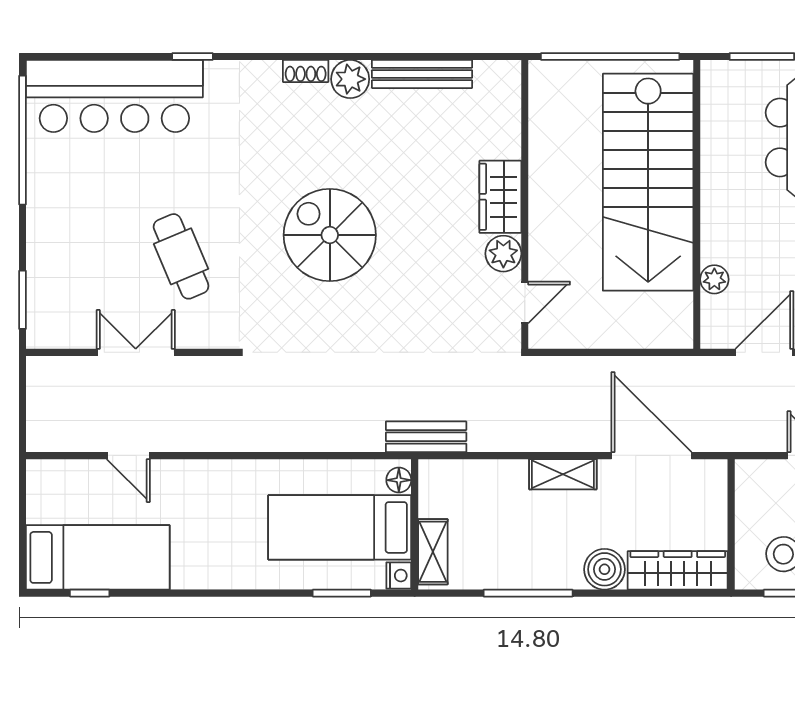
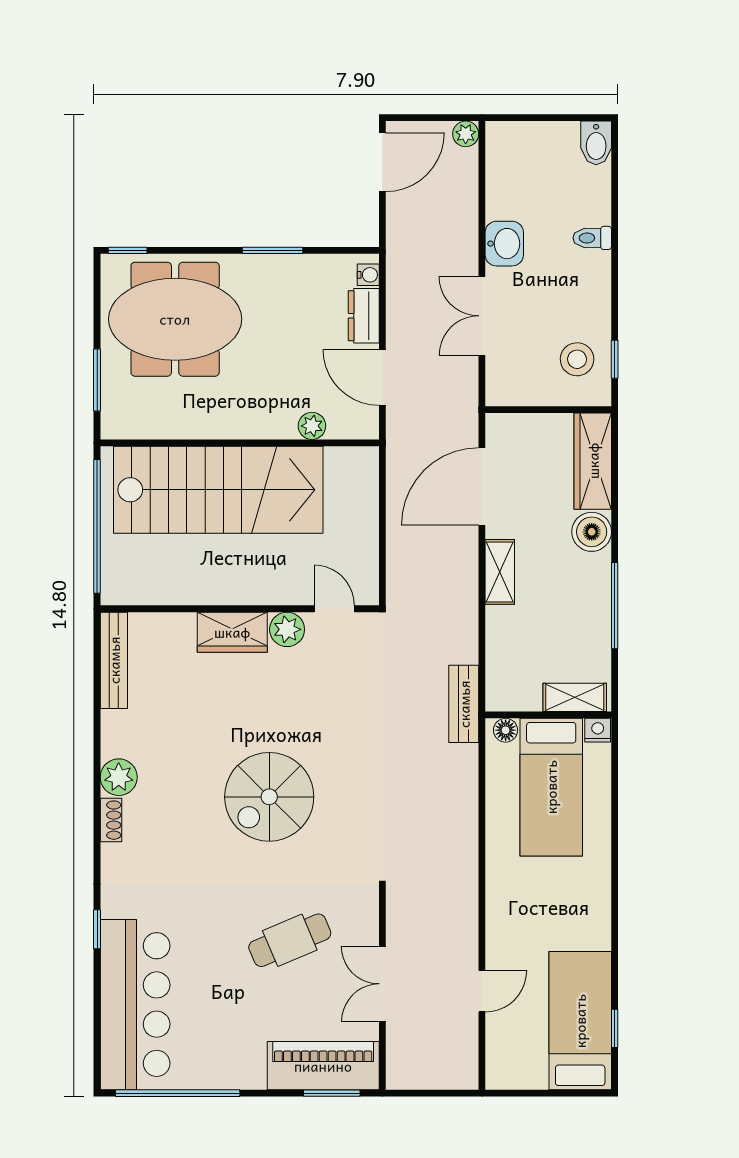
bench: (422, 74) -> (114, 660), moved
piano: (51, 291) -> (323, 1066), added
window: (342, 593) -> (615, 785), removed

